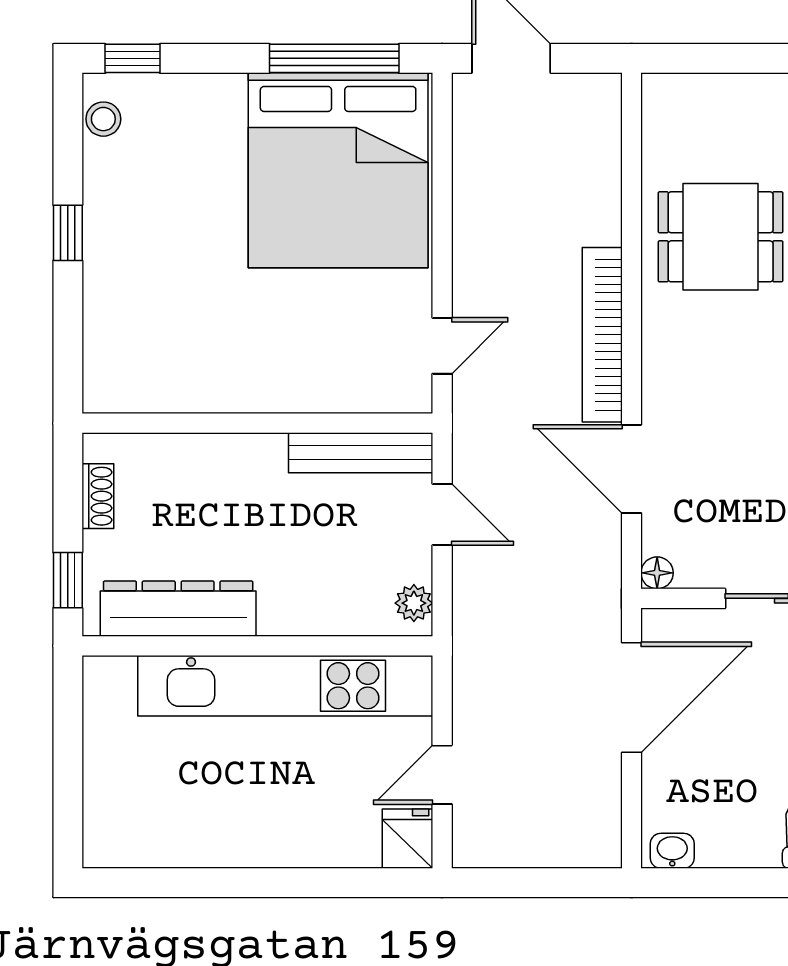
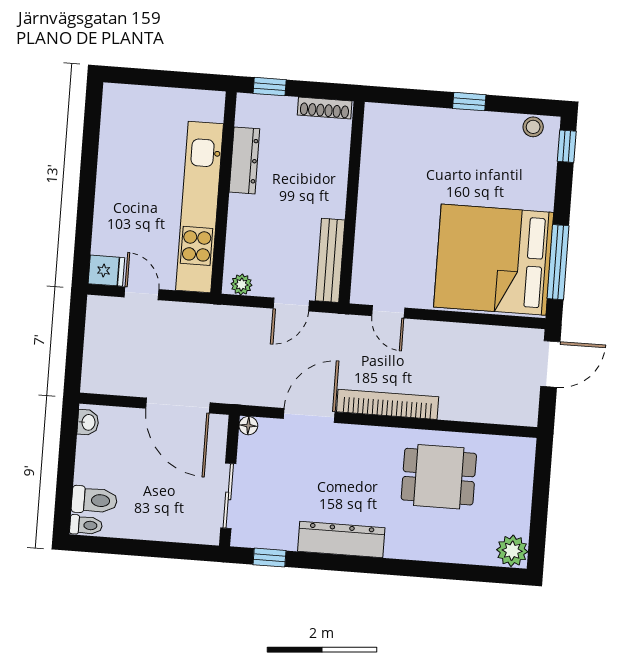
dining table: (721, 237) -> (439, 477), turned 90
shoe rack: (98, 496) -> (325, 108), width x1.43
dresser: (178, 609) -> (244, 160), width x0.73, depth x0.80

